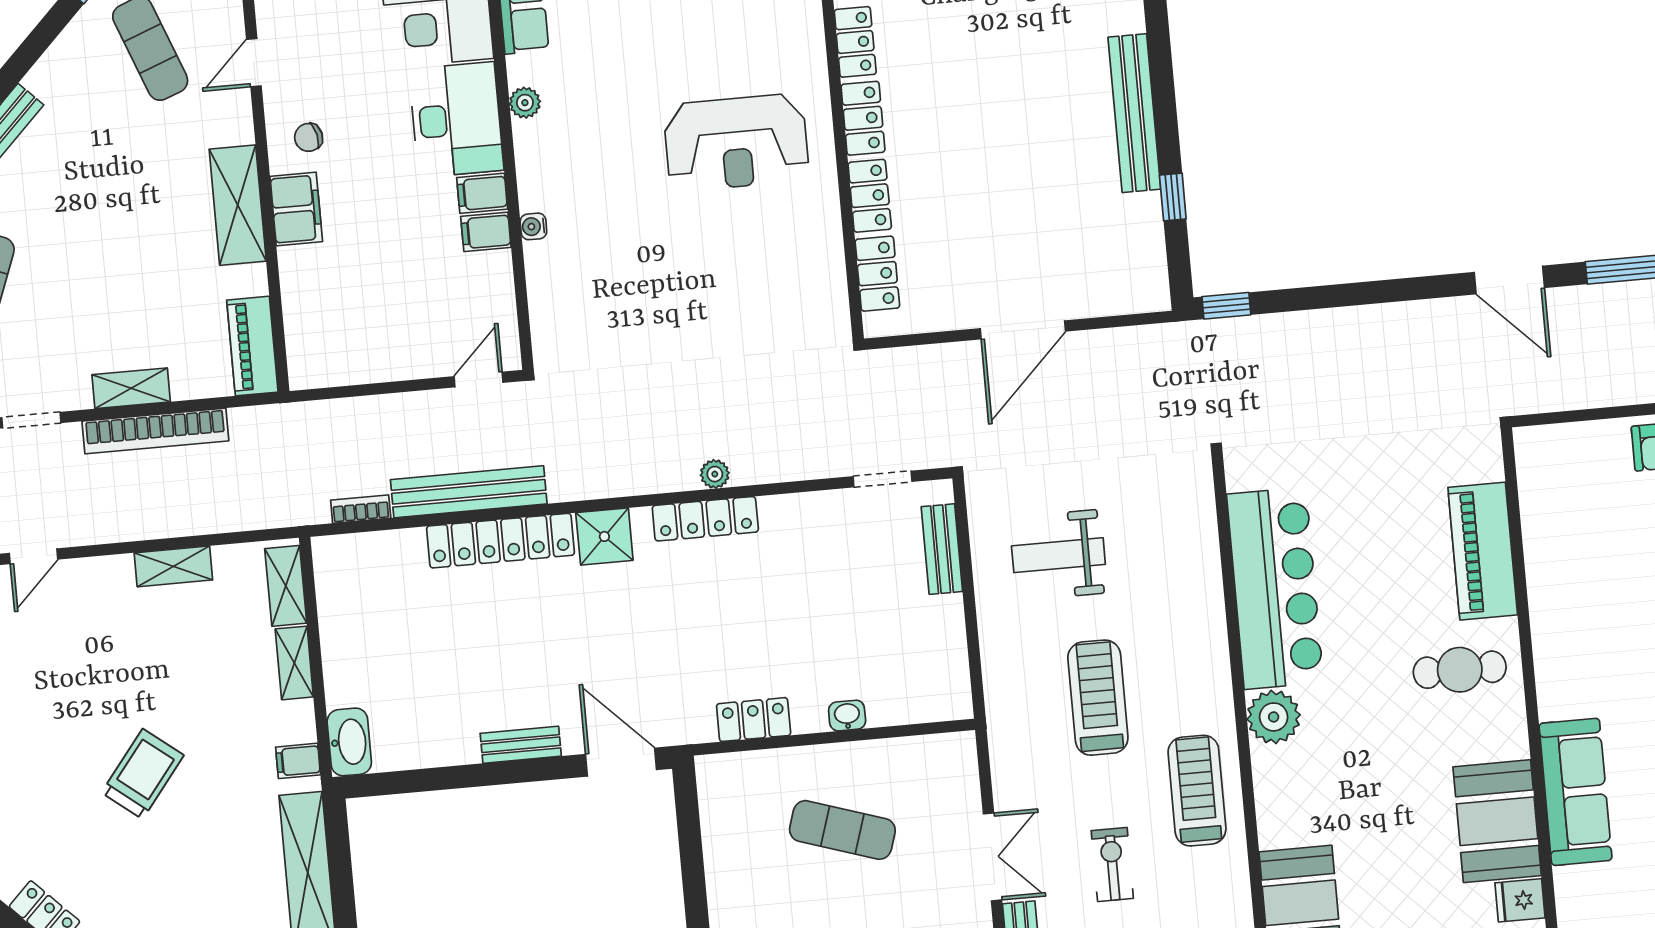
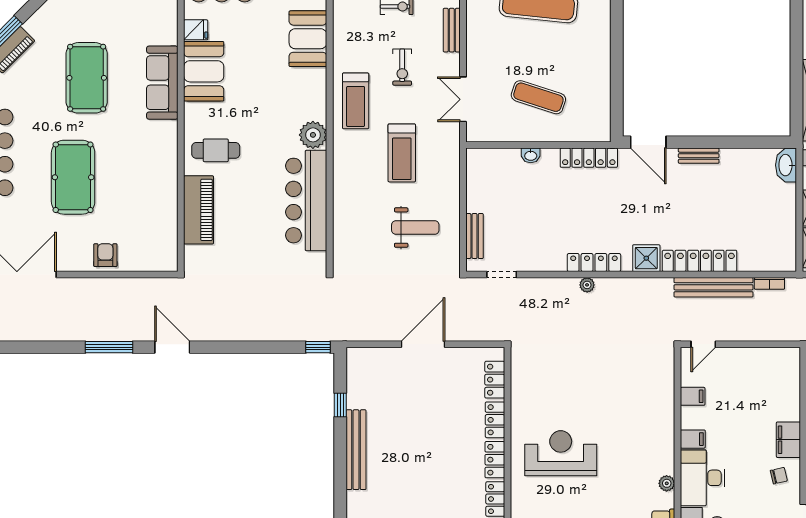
water cooler: (533, 226) -> (668, 420), removed
filing cabinet: (486, 232) -> (693, 396), moved
locker: (754, 720) -> (589, 158), width x1.53
double door: (992, 857) -> (463, 99), moved

